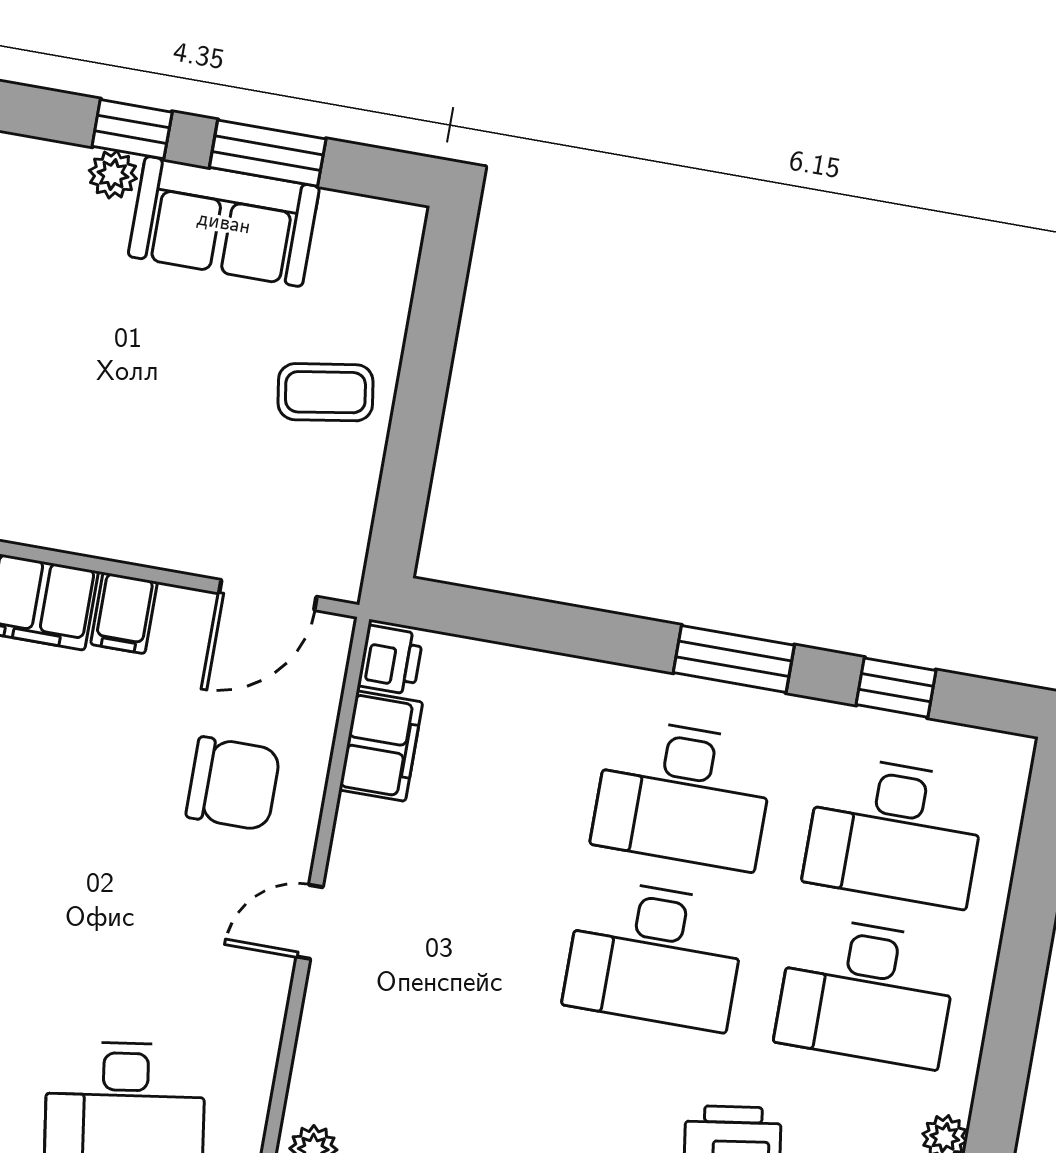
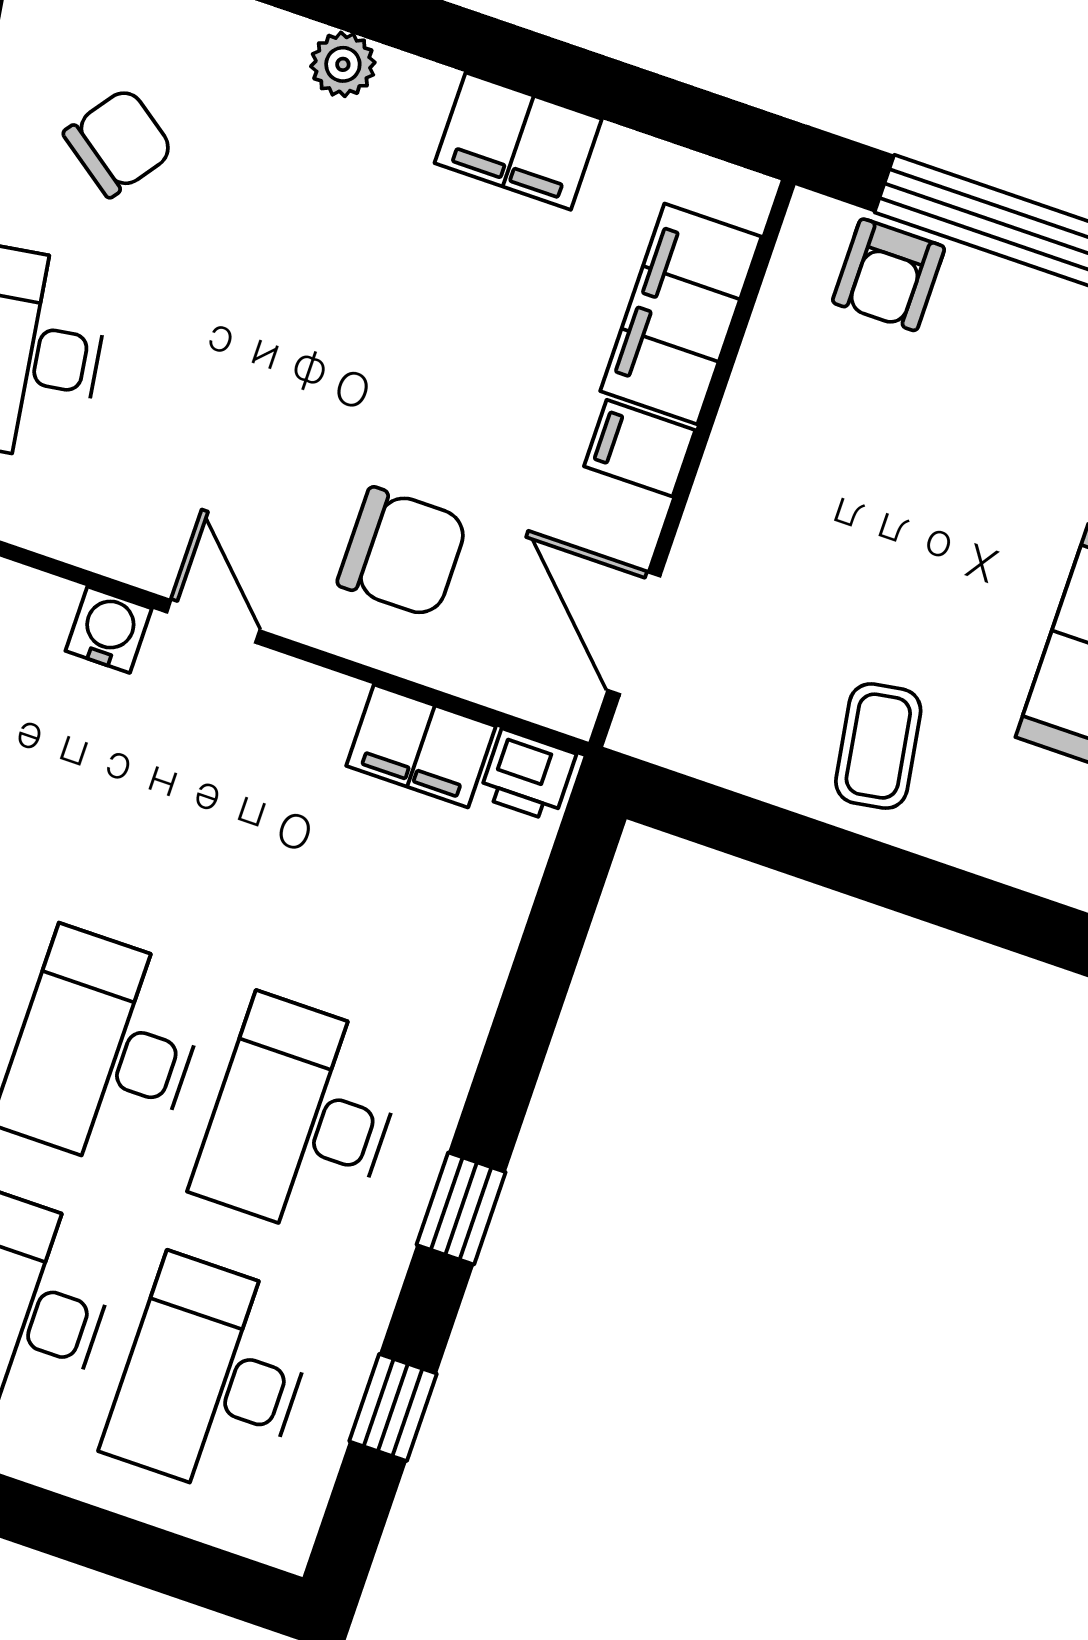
window: (734, 659) -> (461, 1208), width x0.67
chair: (233, 784) -> (403, 552), turned -90
water cooler: (329, 1002) -> (109, 630), added

